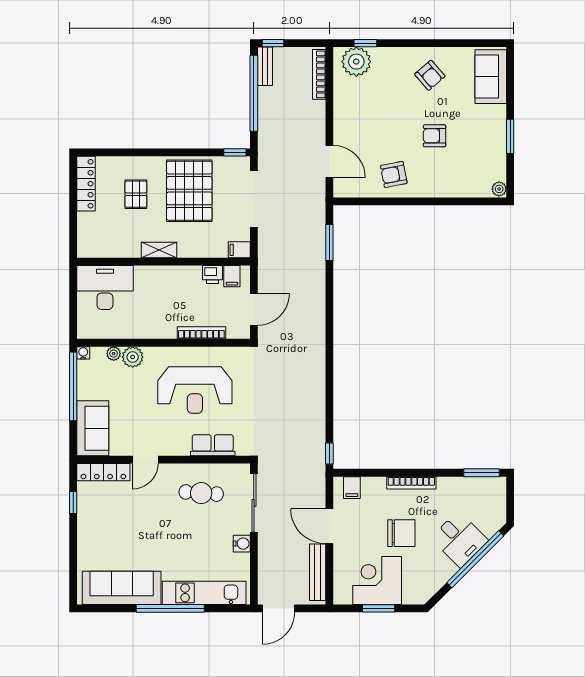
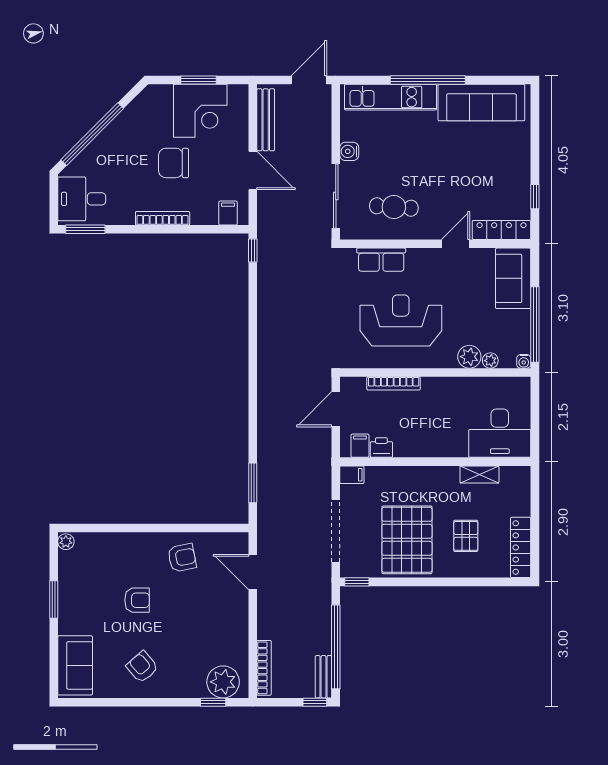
shelving: (159, 250) -> (479, 474), moved
desk: (459, 539) -> (82, 199), moved, turned -45

